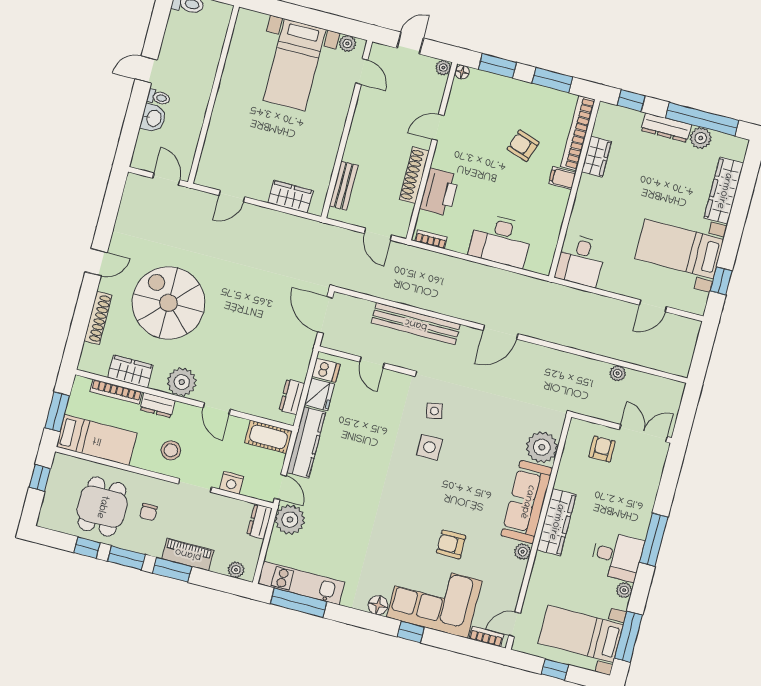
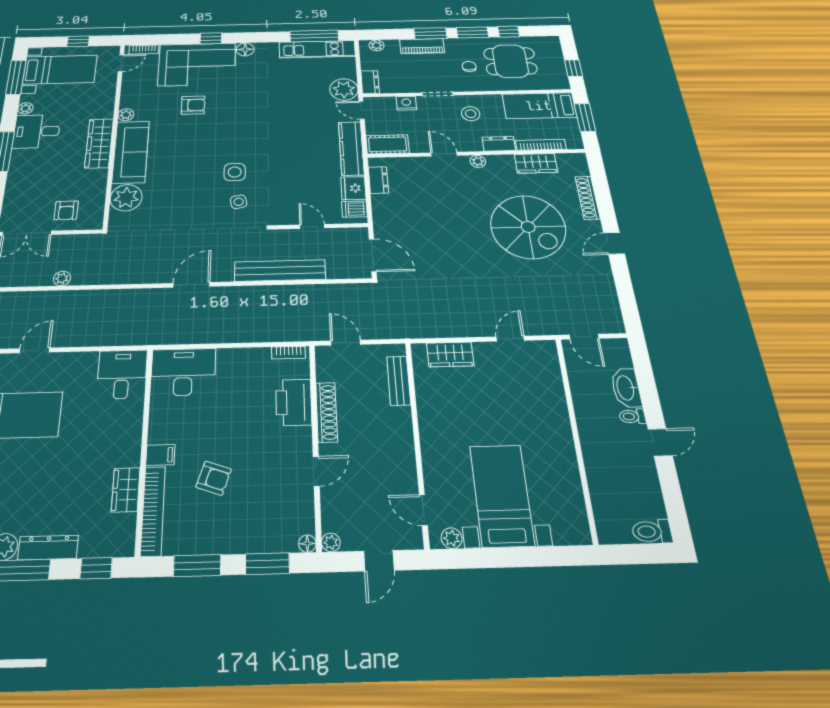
washbasin: (153, 118) -> (626, 388), width x1.38
desk: (501, 240) -> (183, 372), moved
plant: (182, 382) -> (478, 161), width x0.53, depth x0.53
dining table: (102, 507) -> (510, 61), turned 90

